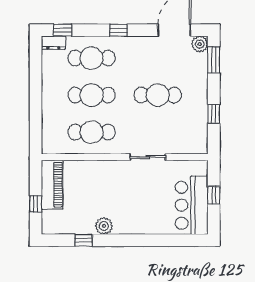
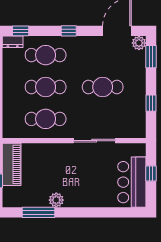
sliding door: (148, 157) -> (94, 141), width x1.37
window: (83, 240) -> (39, 212), width x2.17

